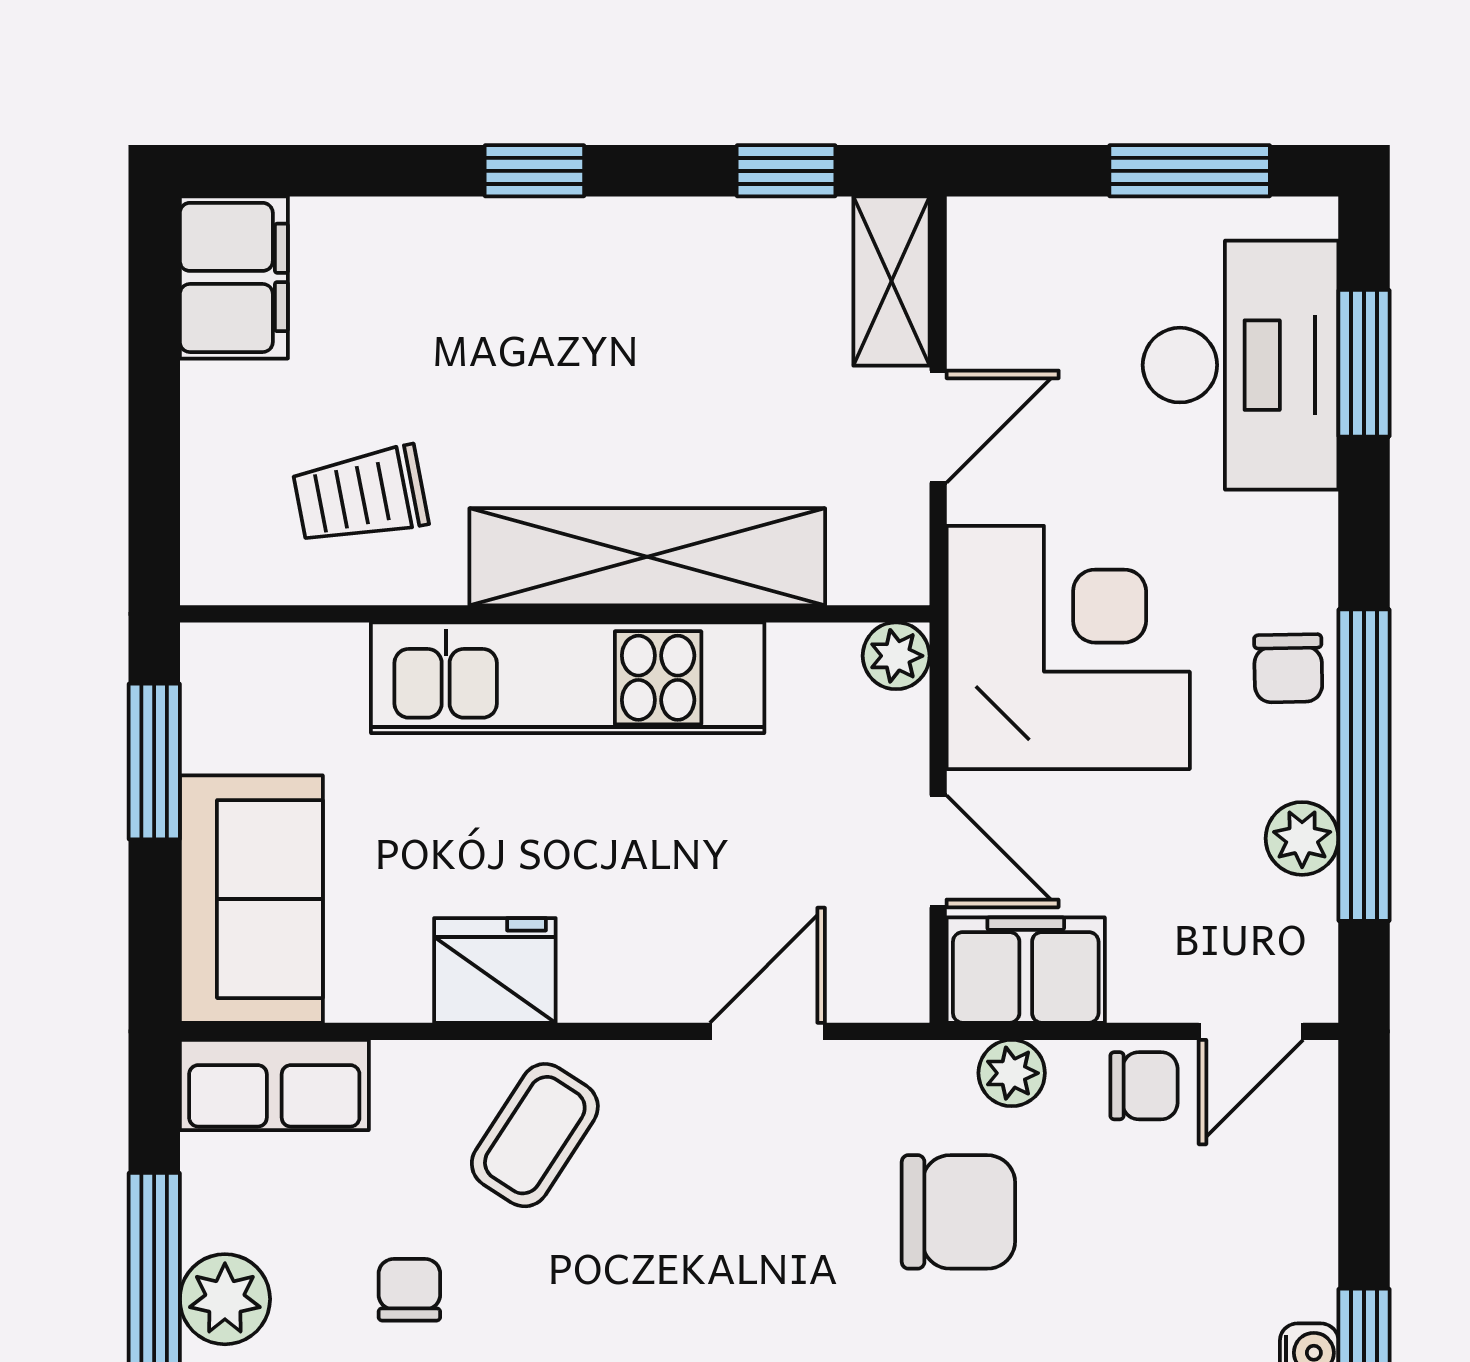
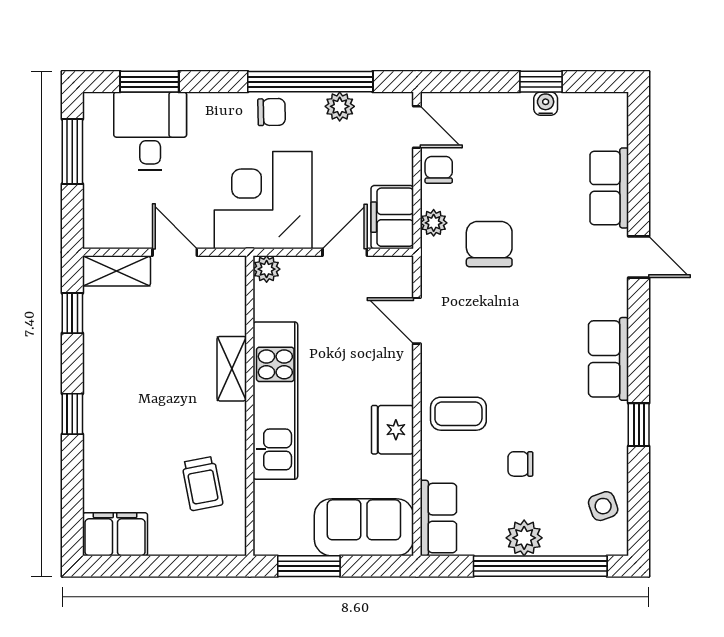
desk: (1241, 365) -> (150, 131), width x0.73
shelving: (647, 557) -> (232, 369), width x0.45, depth x0.75
coffee table: (535, 1135) -> (458, 414), turned -33

